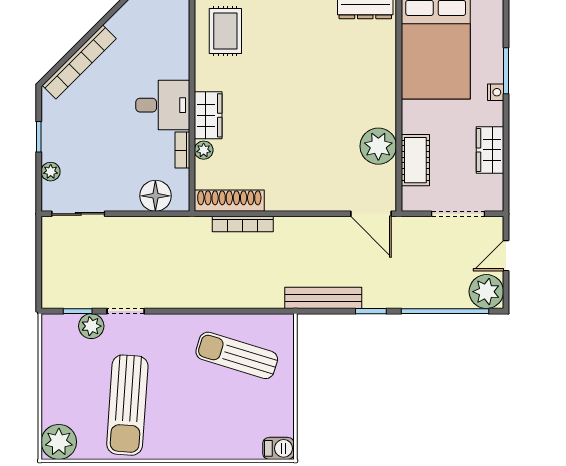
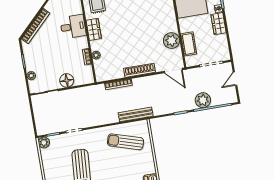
desk: (163, 105) -> (73, 27), moved
wardrobe: (208, 115) -> (94, 29), moved
wardrobe: (490, 150) -> (219, 24), moved
floor lamp: (155, 196) -> (67, 80), moved
shoe rack: (229, 201) -> (139, 70), moved
plant: (486, 292) -> (203, 100), moved
bench: (323, 298) -> (136, 114), moved
plant: (91, 326) -> (44, 143), moved

